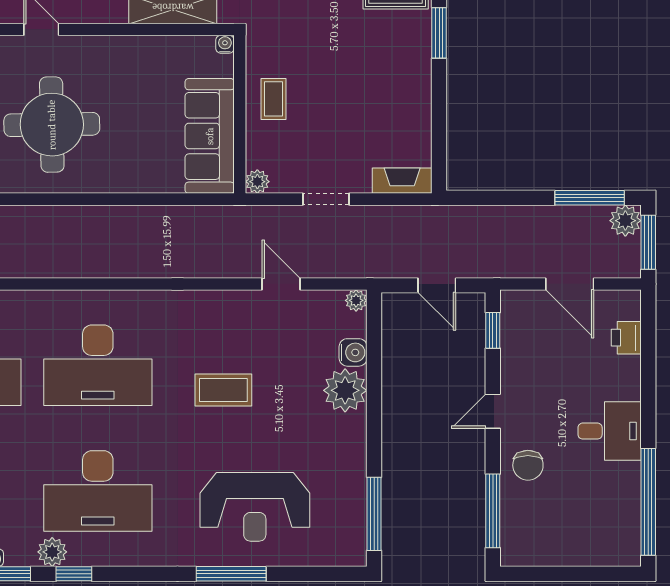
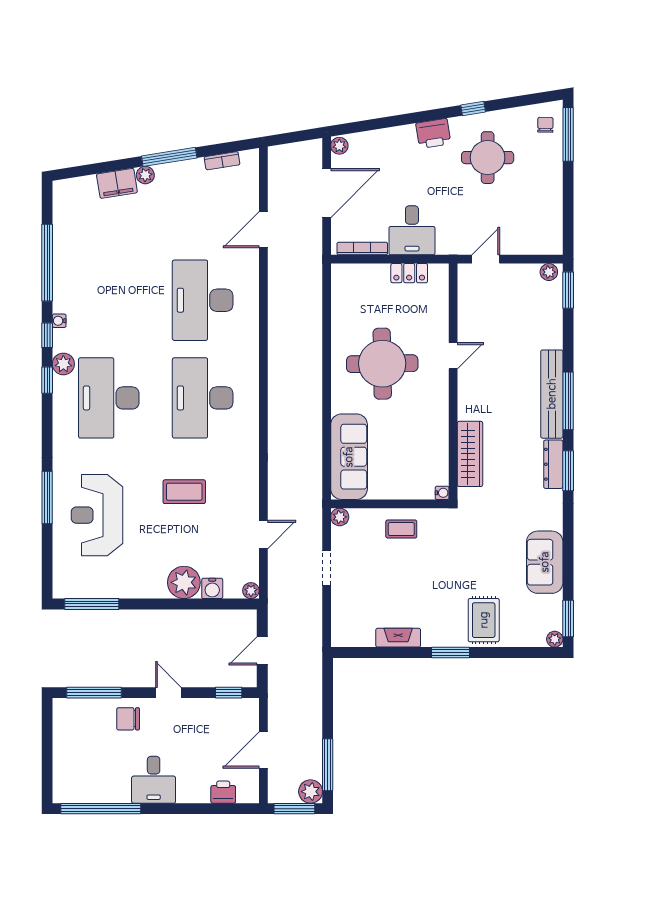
sofa: (210, 136) -> (349, 457), moved, turned 90
fireplace: (402, 181) -> (398, 638), moved, turned -90
coffee table: (223, 390) -> (184, 492), turned 90

